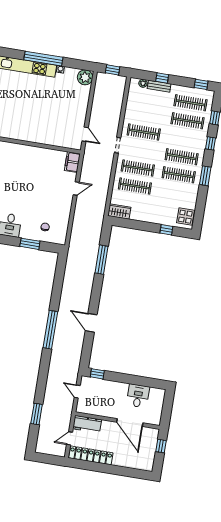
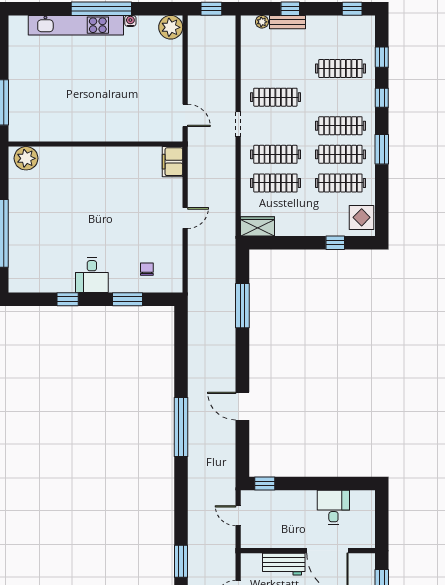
clothes rail: (190, 103) -> (340, 183), moved
door: (76, 188) -> (185, 218), moved
workbench: (87, 424) -> (284, 564), moved

